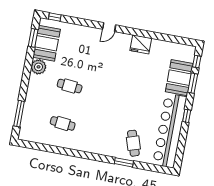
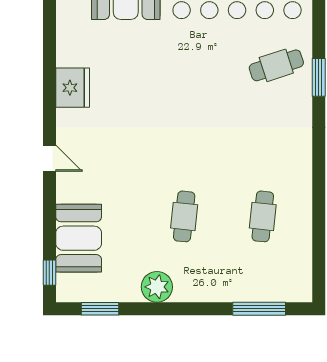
booth: (46, 43) -> (79, 238), moved, turned 90

